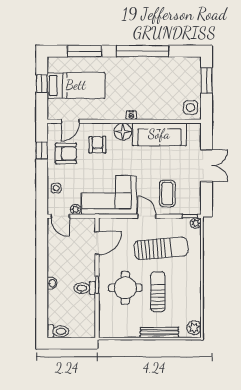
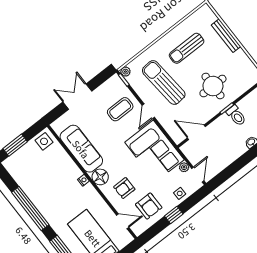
window: (42, 150) -> (174, 215), moved
armchair: (66, 153) -> (149, 206), turned 180
sun lounger: (158, 292) -> (187, 48), moved
plant: (194, 328) -> (203, 13), removed

